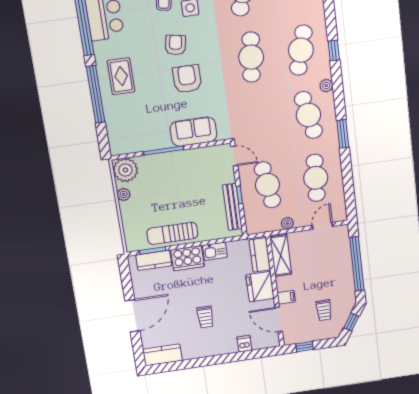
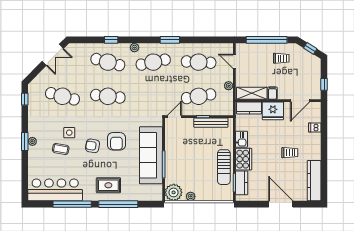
armchair: (187, 79) -> (116, 141), turned -90
sofa: (194, 132) -> (151, 155), width x1.85, depth x1.27
filing cabinet: (286, 297) -> (272, 93), moved
trolley: (324, 310) -> (281, 58), moved
kitchen counter: (163, 355) -> (314, 181), width x1.50

